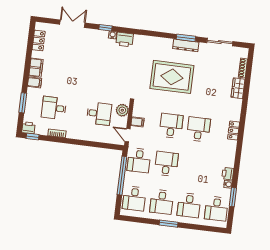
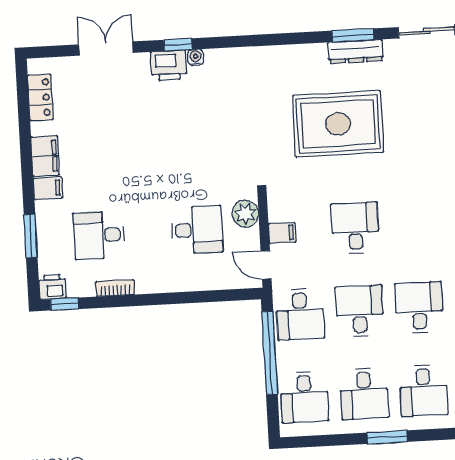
printer: (125, 40) -> (169, 65), moved
desk: (198, 129) -> (419, 308), moved

